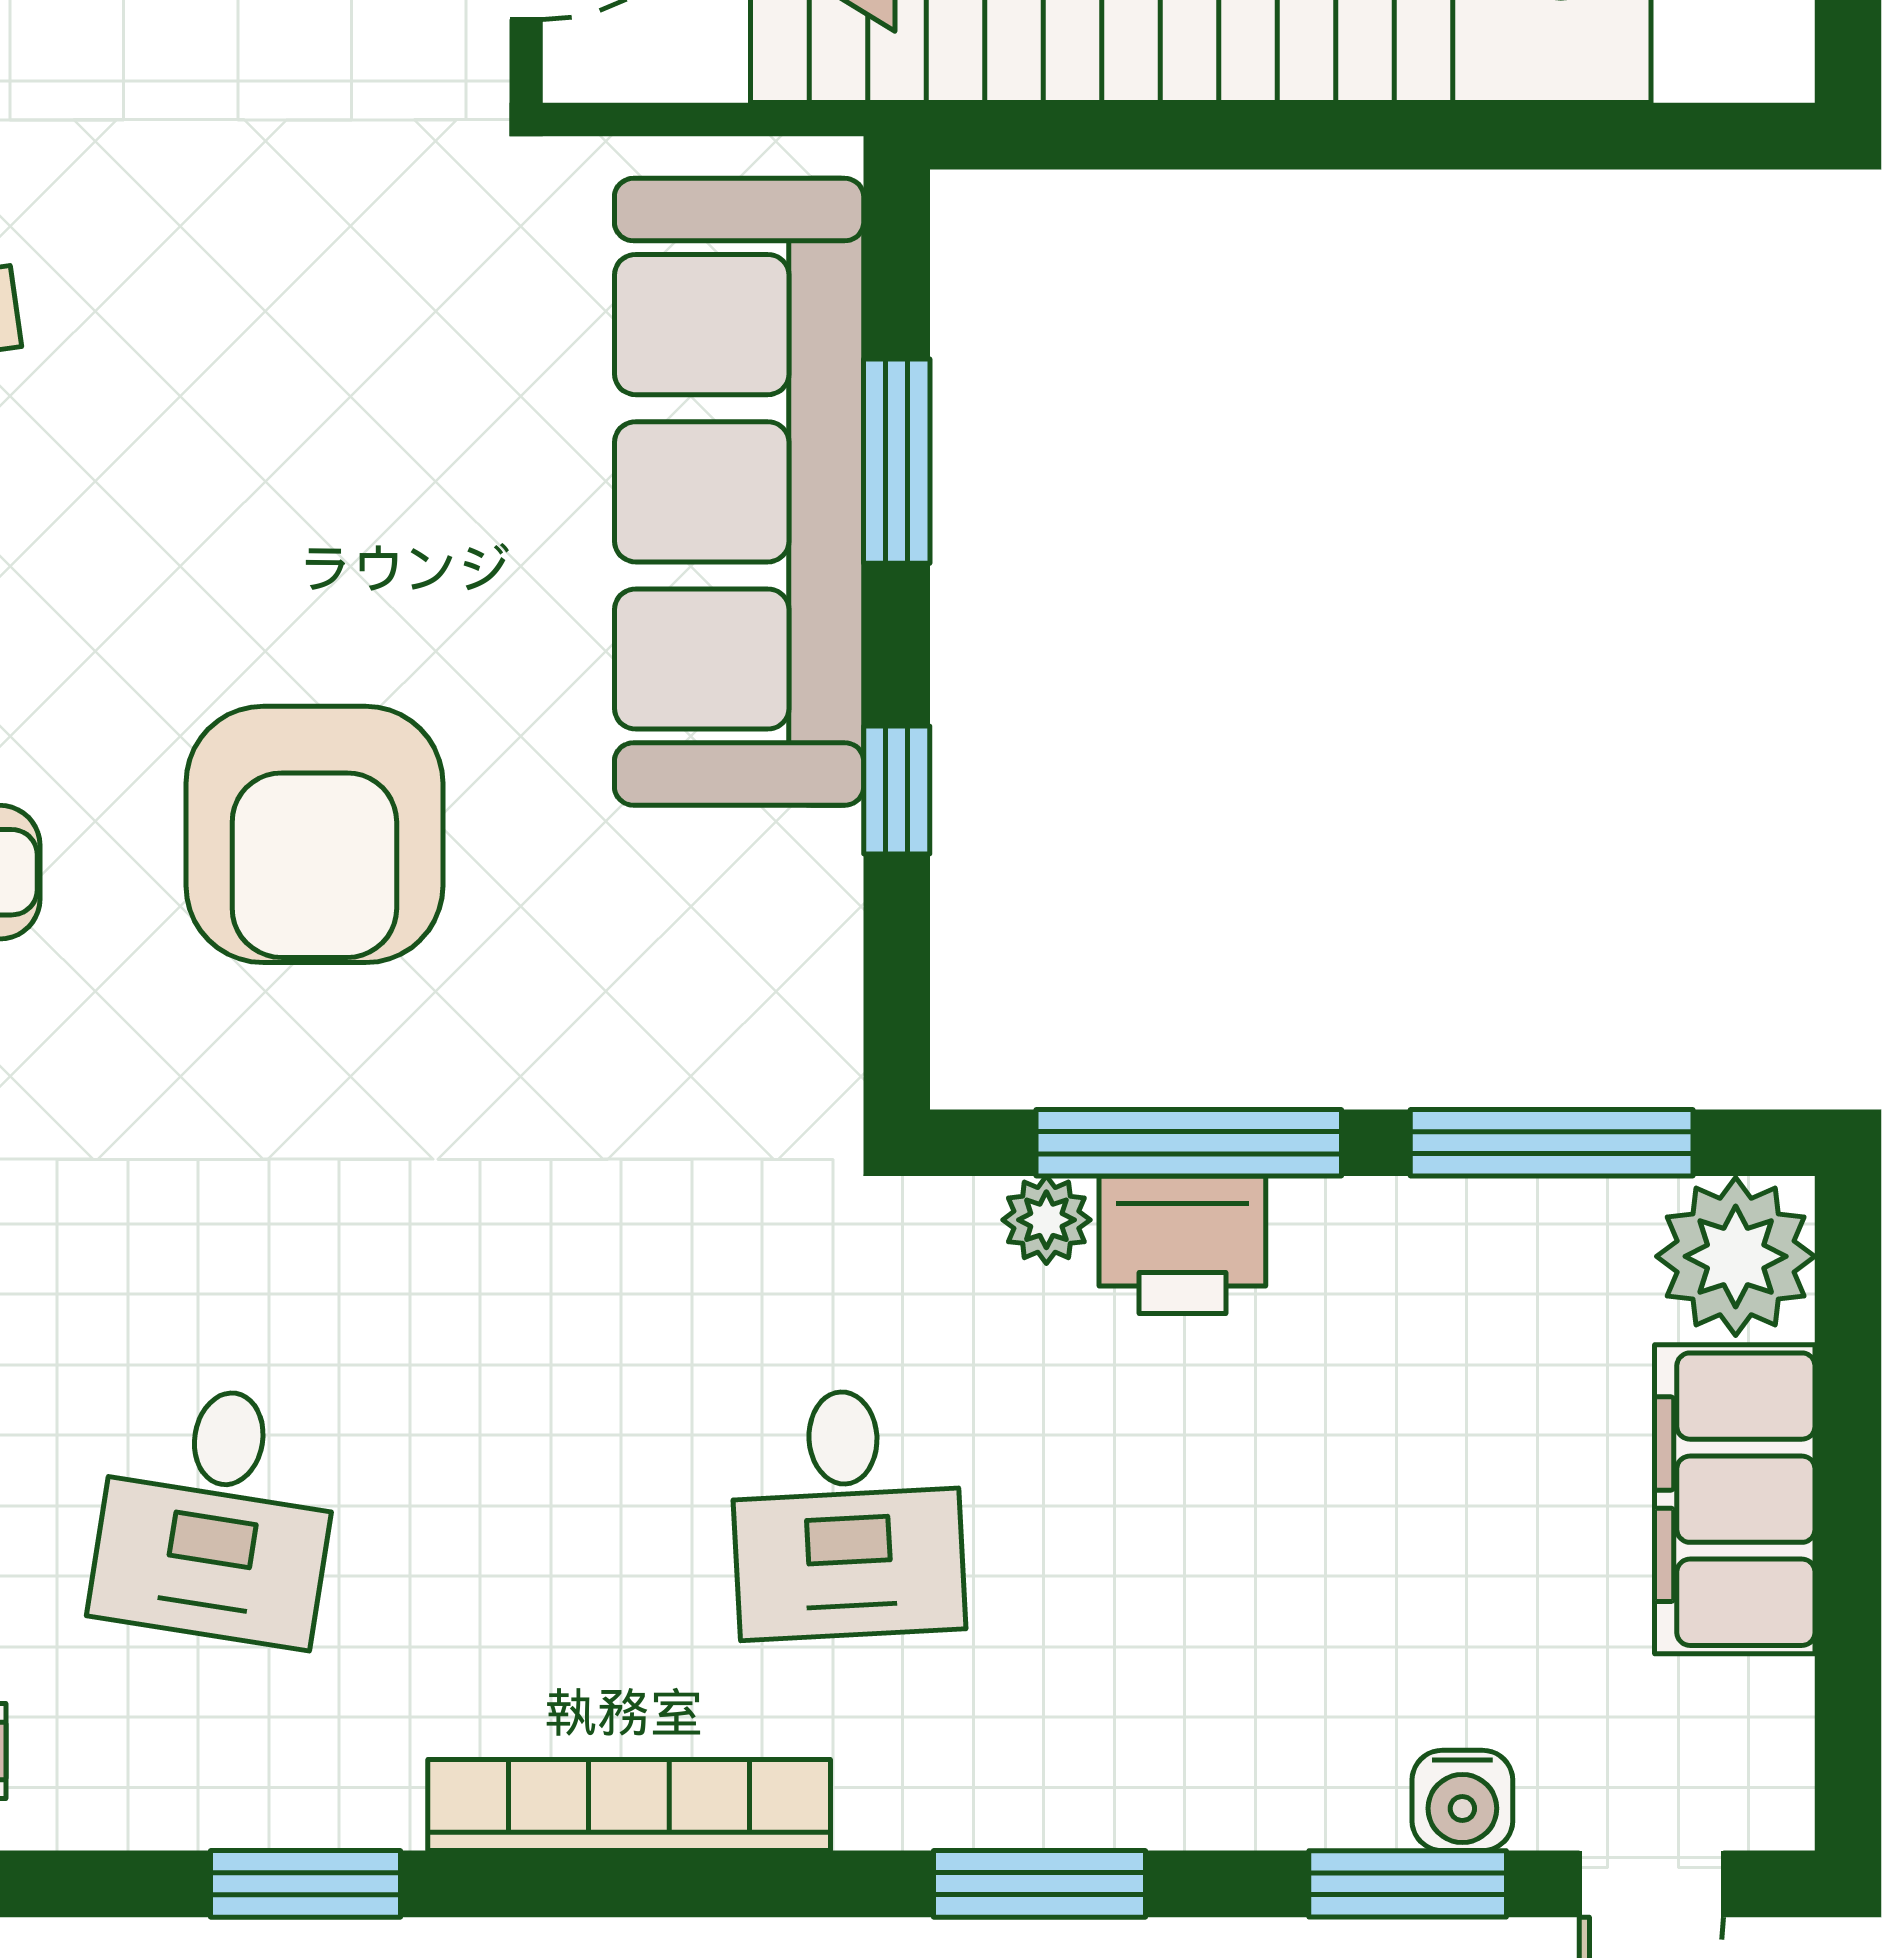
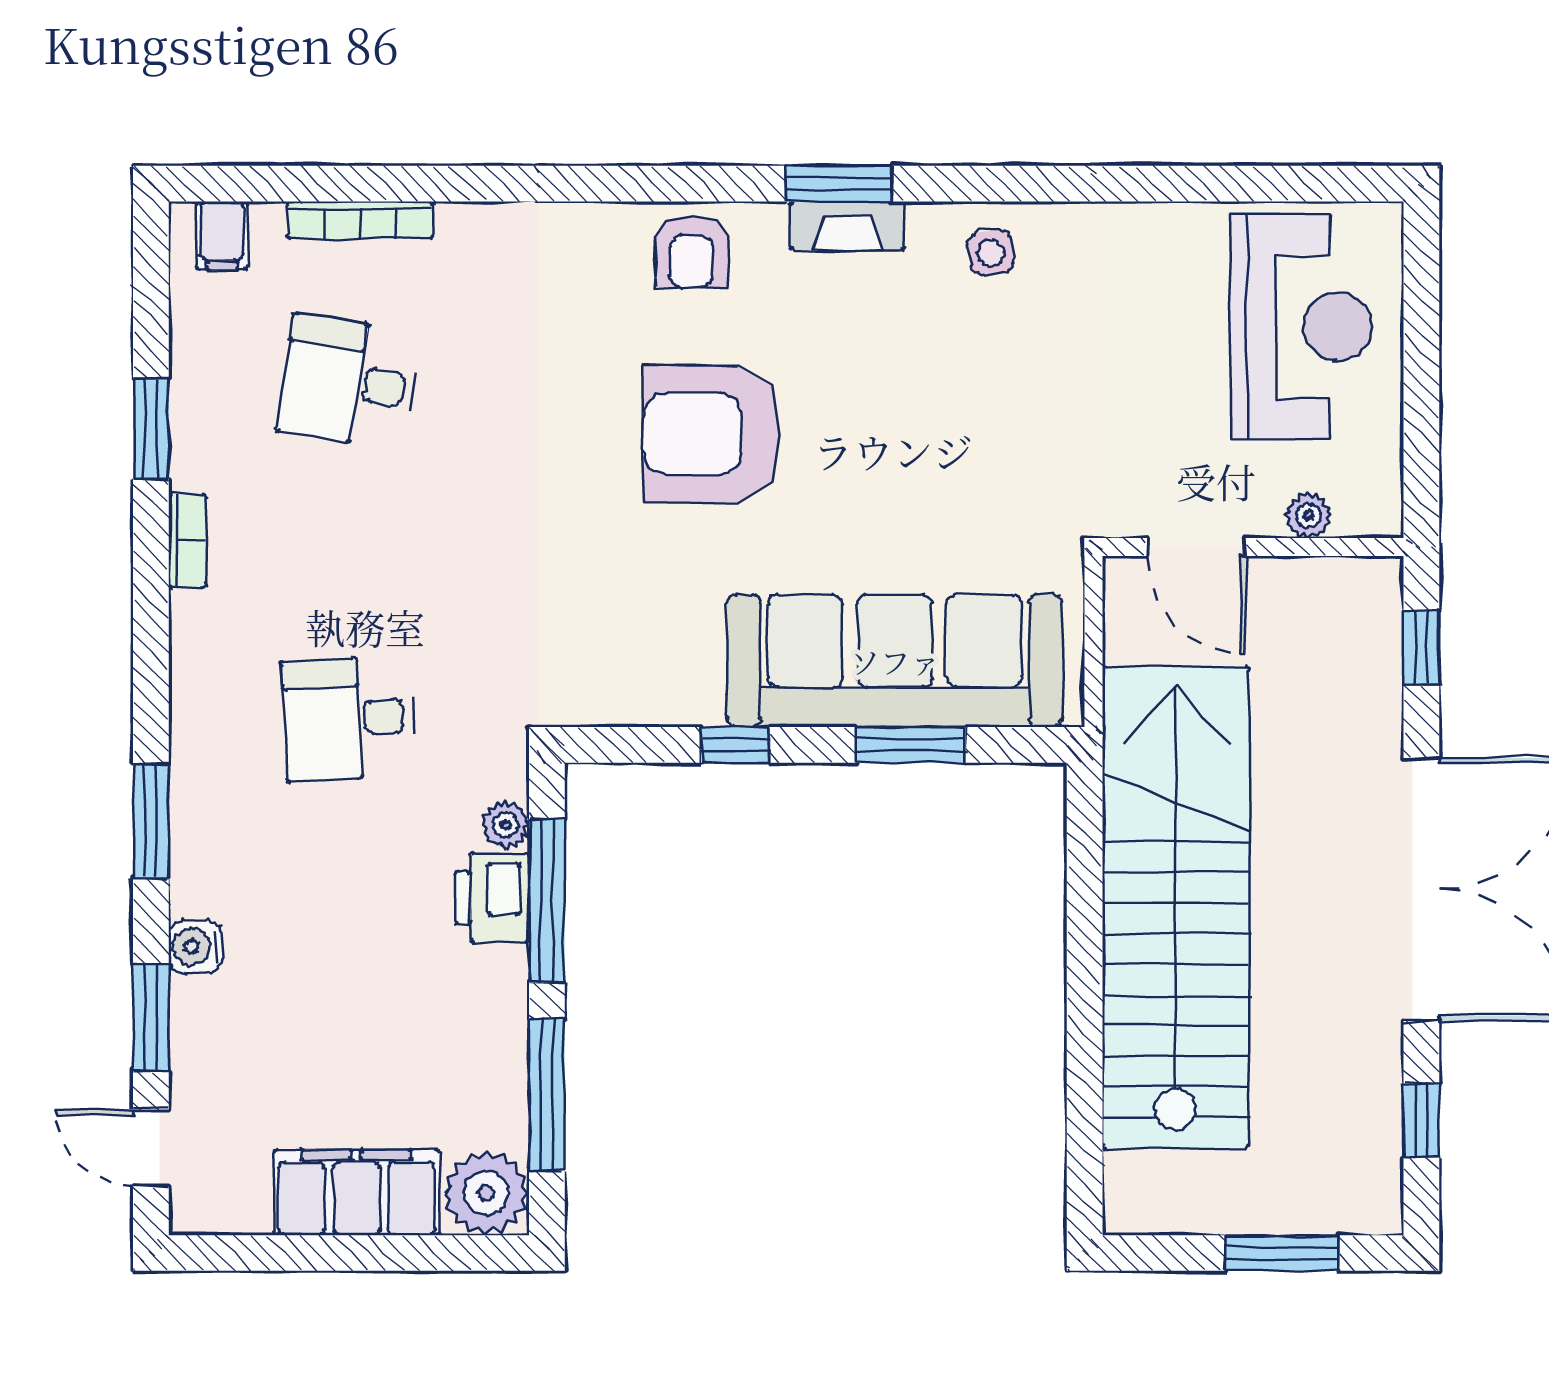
water cooler: (1462, 1800) -> (196, 947), moved
bookcase: (629, 1805) -> (187, 541), width x0.43, depth x0.76

